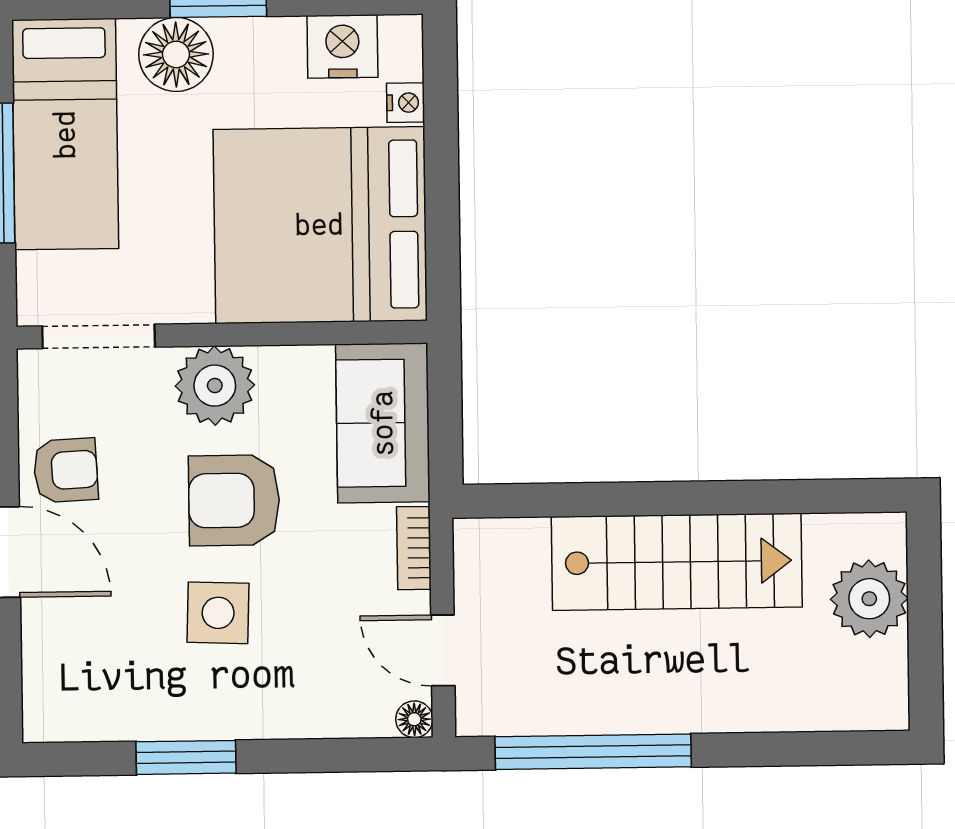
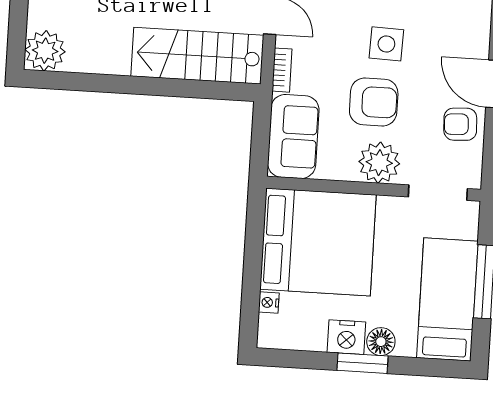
nightstand: (342, 46) -> (346, 337), moved
floor lamp: (176, 54) -> (381, 342), width x0.73, depth x0.73
stairs: (677, 562) -> (197, 56), moved
plant: (869, 599) -> (45, 51), moved

